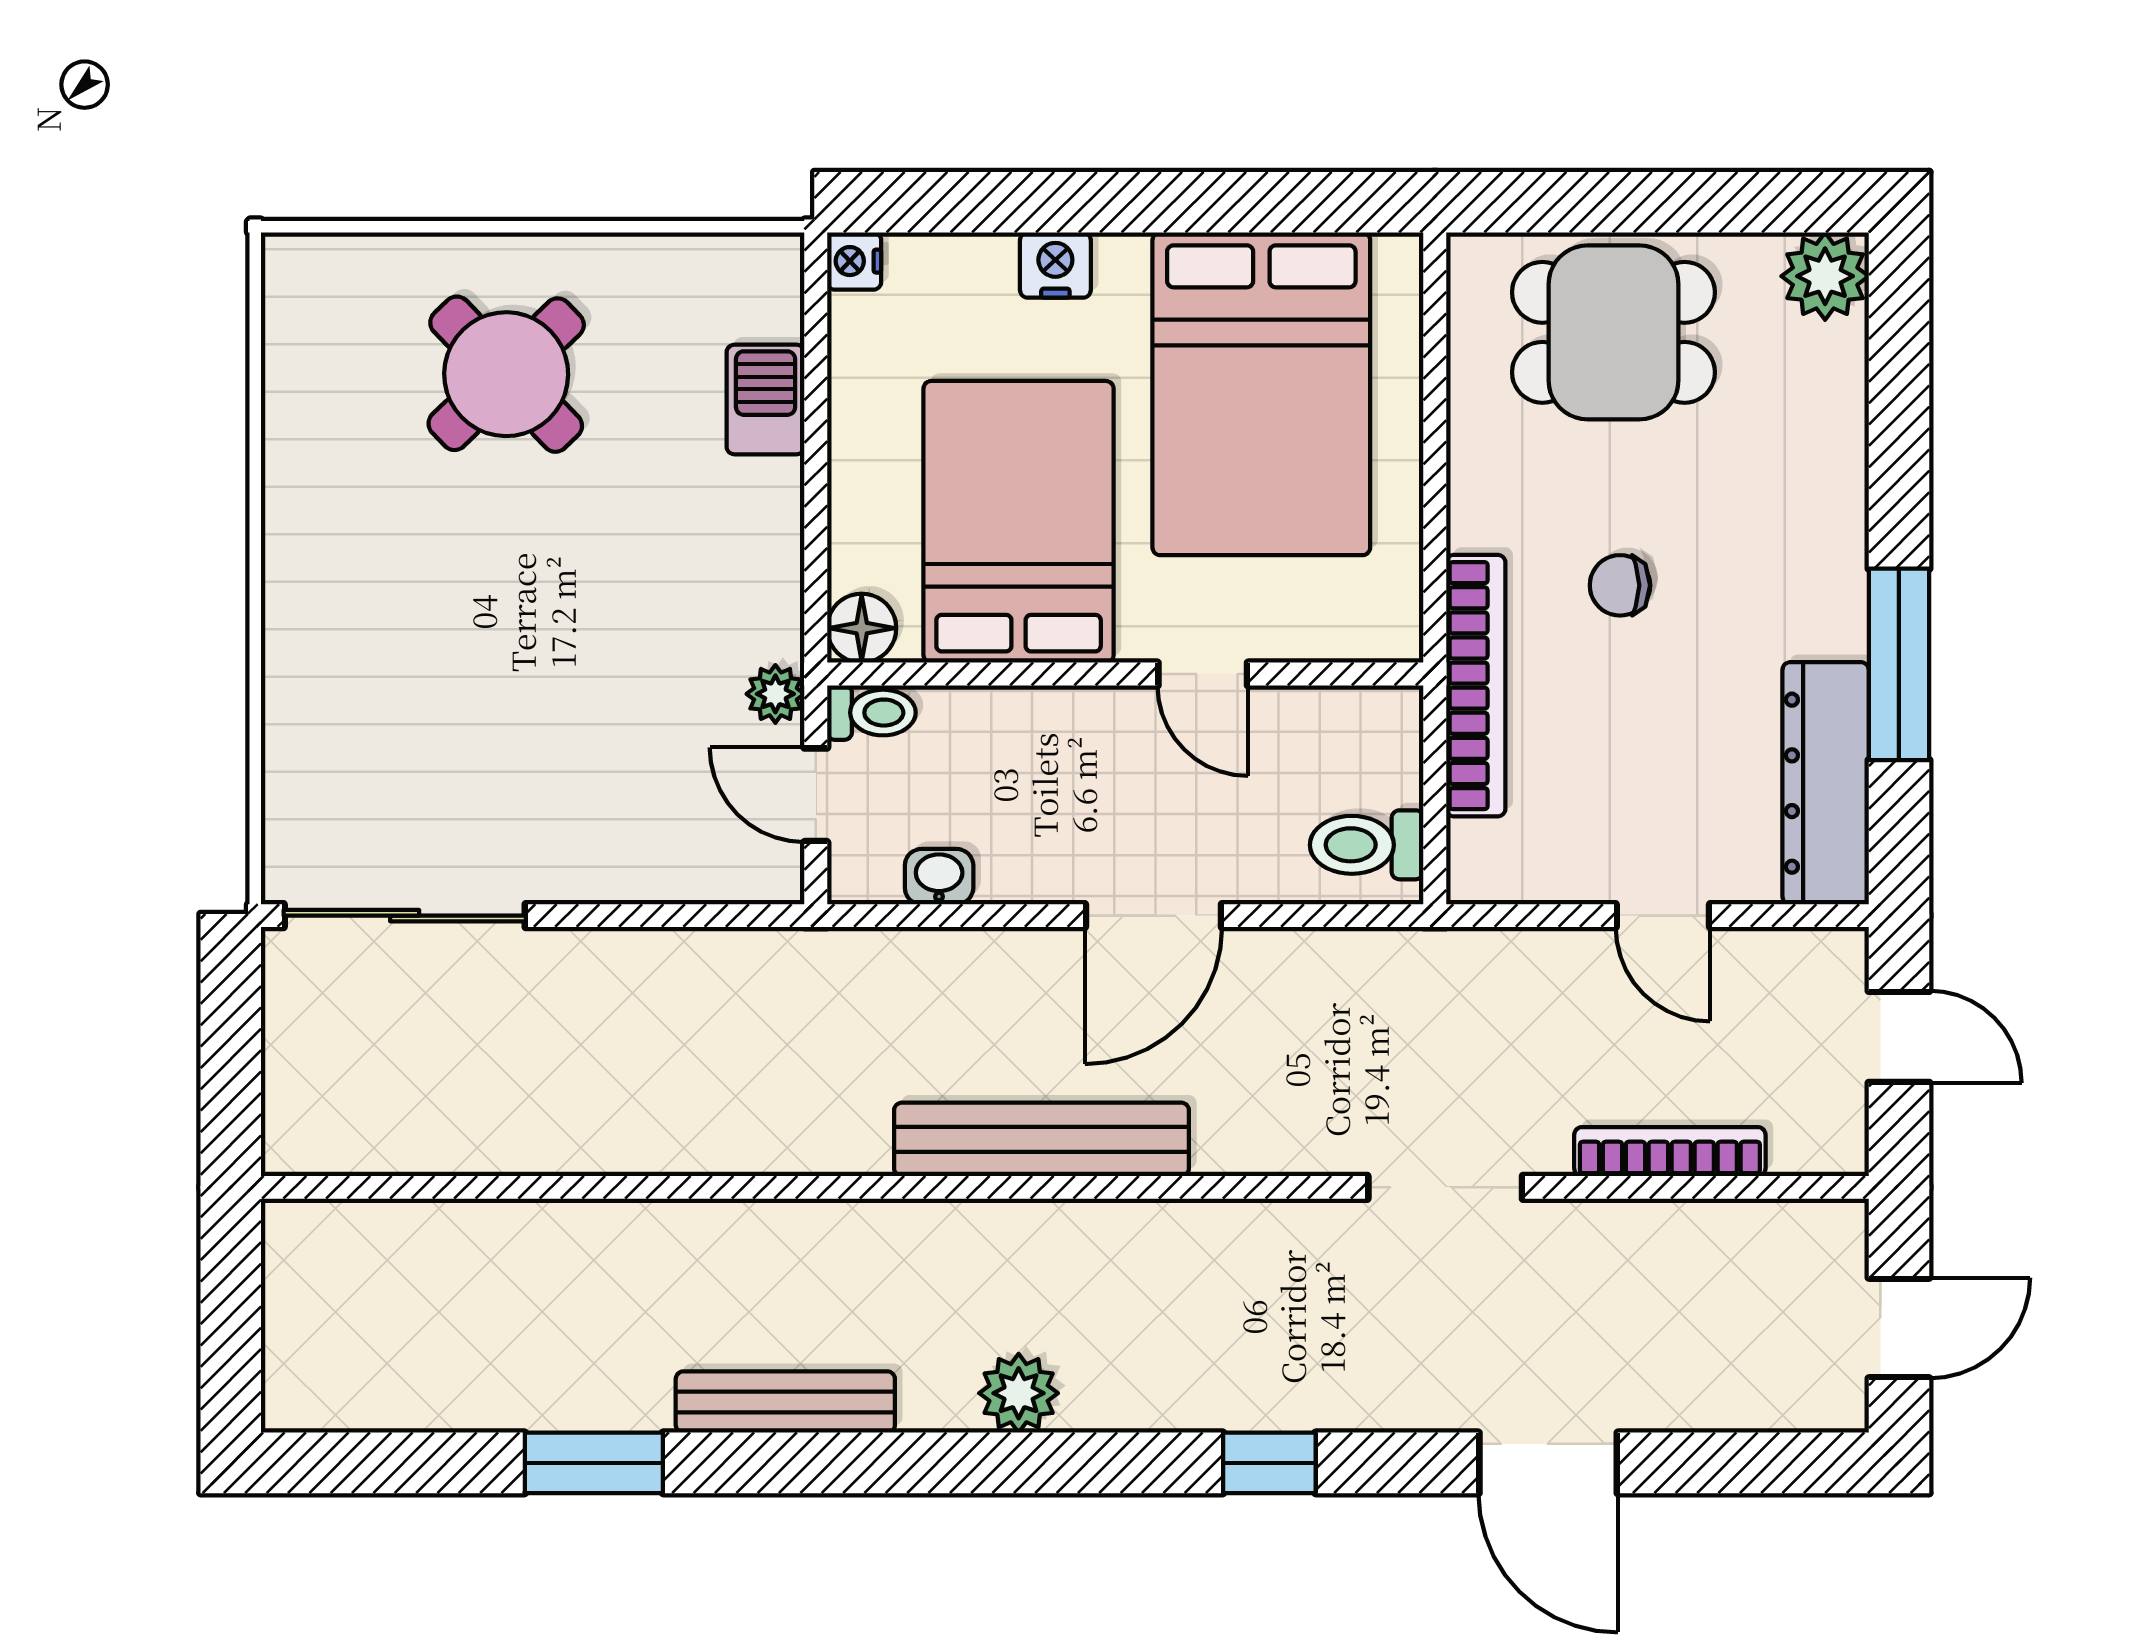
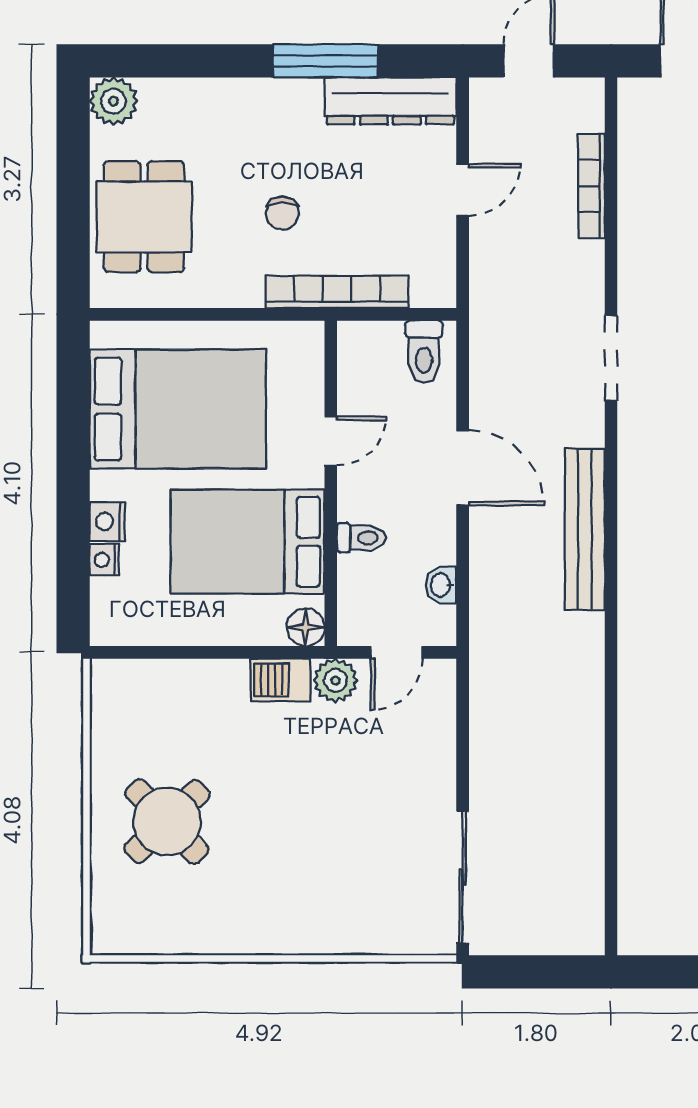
nightstand: (854, 261) -> (104, 560), moved, turned 90
barbecue: (766, 400) -> (281, 680), moved
plant: (775, 694) -> (336, 680), width x1.38, depth x1.38
toilet: (871, 713) -> (361, 538), moved, turned 90
doorway: (1445, 1187) -> (611, 358), moved

